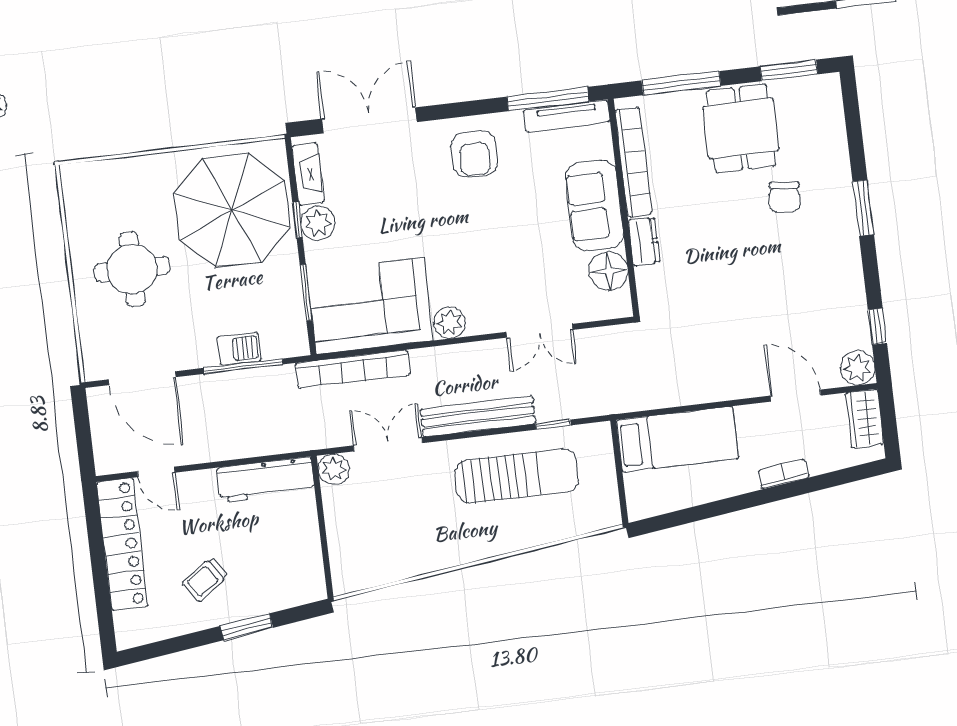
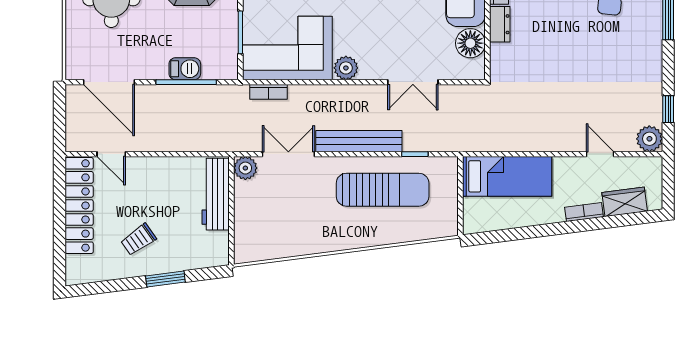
bookcase: (353, 369) -> (269, 92), width x0.43, depth x0.76
door: (795, 396) -> (600, 154), width x0.73
wardrobe: (865, 419) -> (625, 202), moved, turned 83
workbench: (266, 480) -> (216, 194), moved, turned 90

